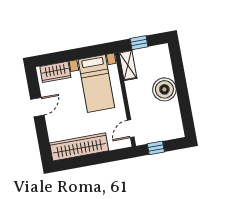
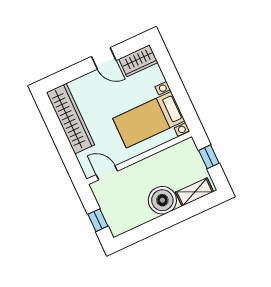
shelving: (128, 65) -> (195, 192), moved
wardrobe: (55, 72) -> (138, 61), moved, turned -90
window: (156, 148) -> (98, 220), moved

